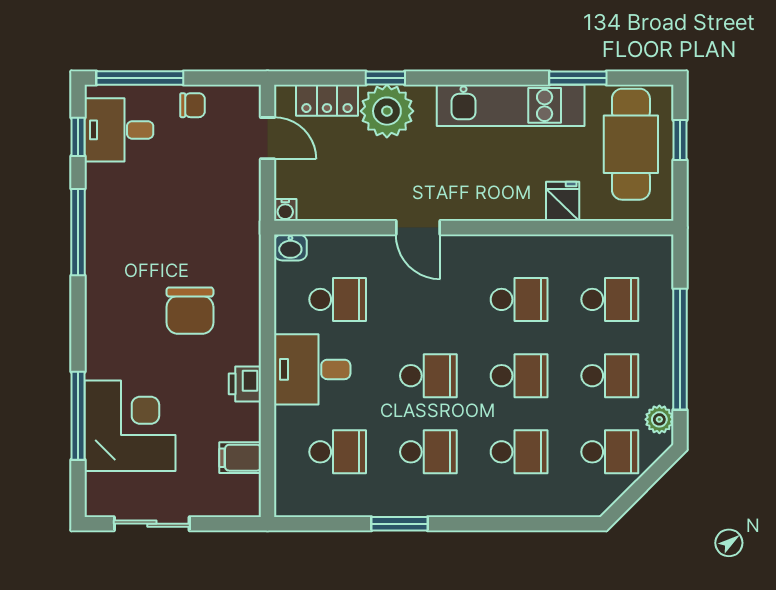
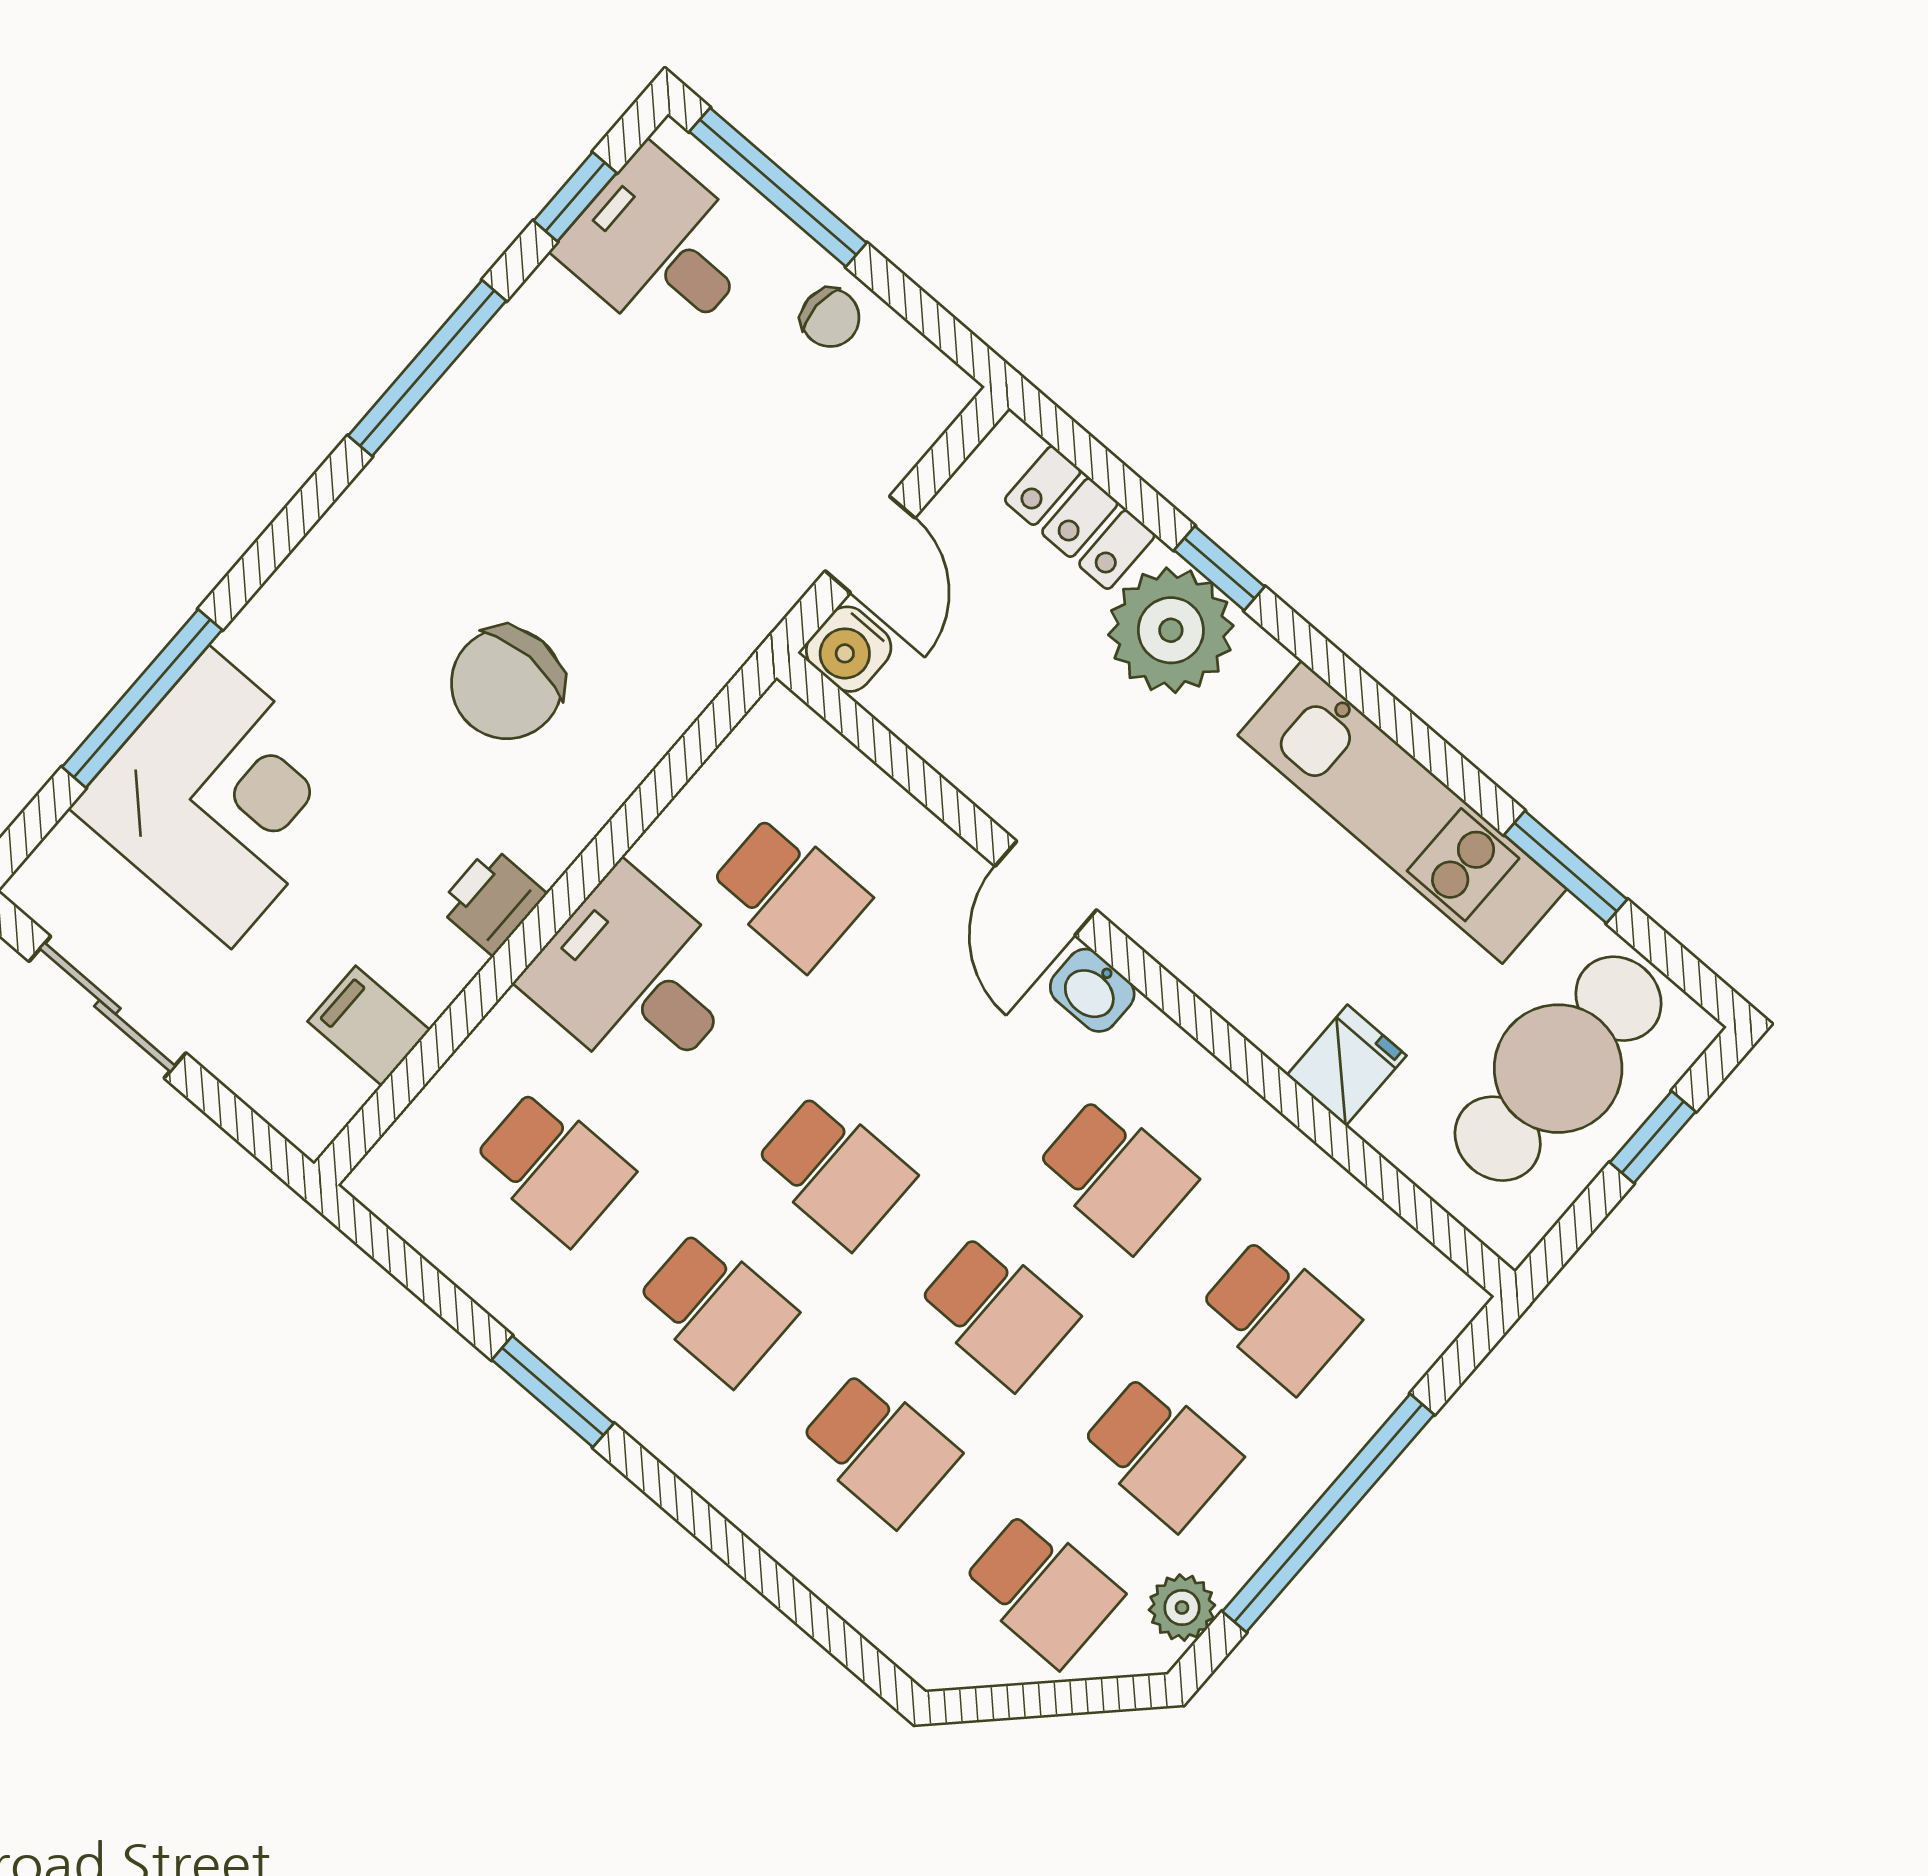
door: (268, 138) -> (870, 544), moved
water cooler: (285, 210) -> (849, 649), width x1.38, depth x1.38
washbasin: (290, 247) -> (1092, 990), moved

